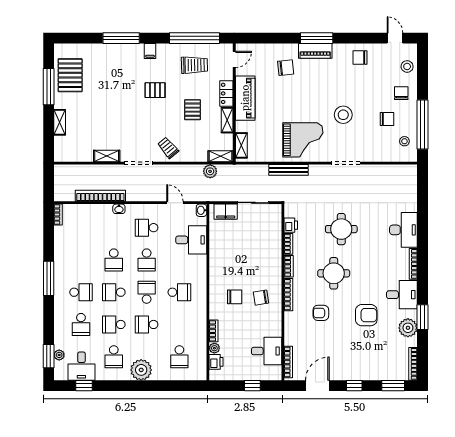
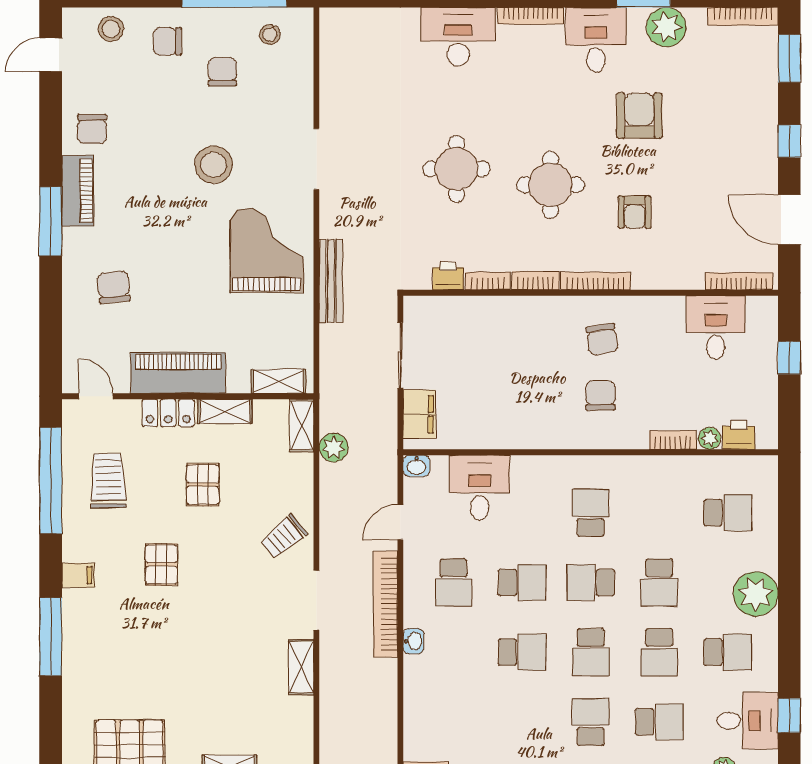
piano: (315, 51) -> (78, 191), moved
pallet: (193, 110) -> (203, 485), turned 90
bookcase: (100, 196) -> (386, 604), moved

